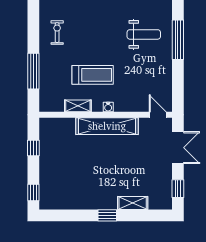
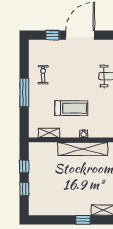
window: (33, 71) -> (24, 93), moved
shelving: (78, 106) -> (49, 133), moved
window: (33, 193) -> (24, 189), moved

